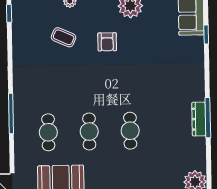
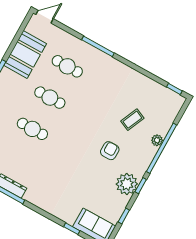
armchair: (107, 42) -> (110, 151), turned 90

